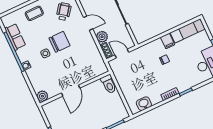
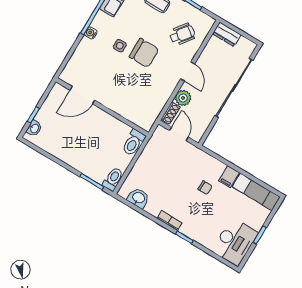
door: (71, 91) -> (82, 95), moved
plant: (42, 96) -> (68, 75), removed
toilet: (122, 111) -> (113, 179), added

